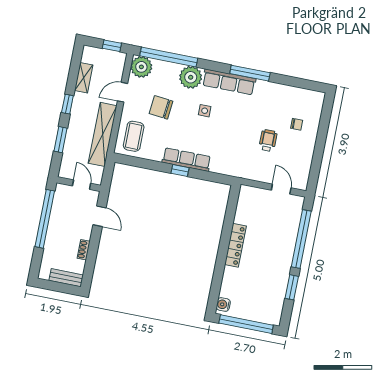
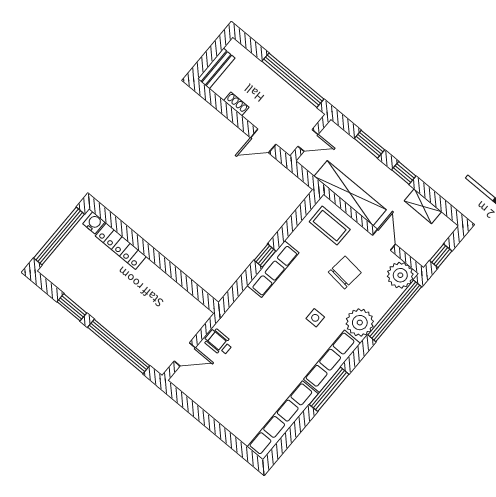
row of seats: (290, 94) -> (283, 420), added
chair: (297, 124) -> (246, 410), removed
wheelchair: (268, 140) -> (218, 342), moved, turned 180
locker: (235, 245) -> (121, 246), moved

